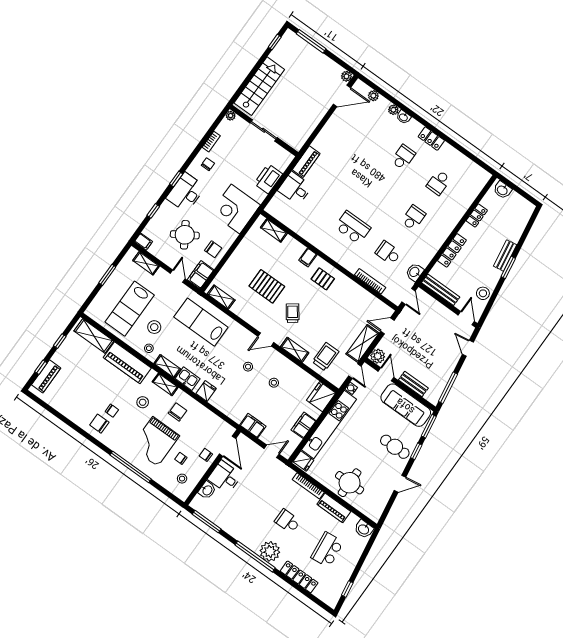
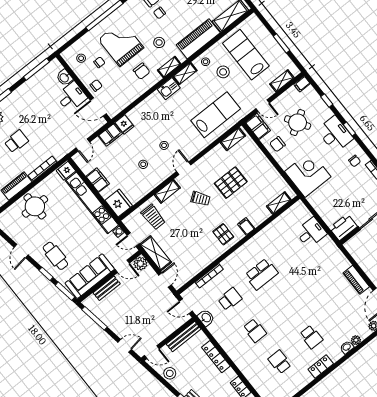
piano: (306, 162) -> (356, 280), moved
printer: (268, 179) -> (343, 227), moved, turned -90
pallet: (323, 279) -> (223, 234), turned 90
fridge: (206, 391) -> (124, 124), moved
cafe table: (395, 447) -> (55, 256), turned 90

